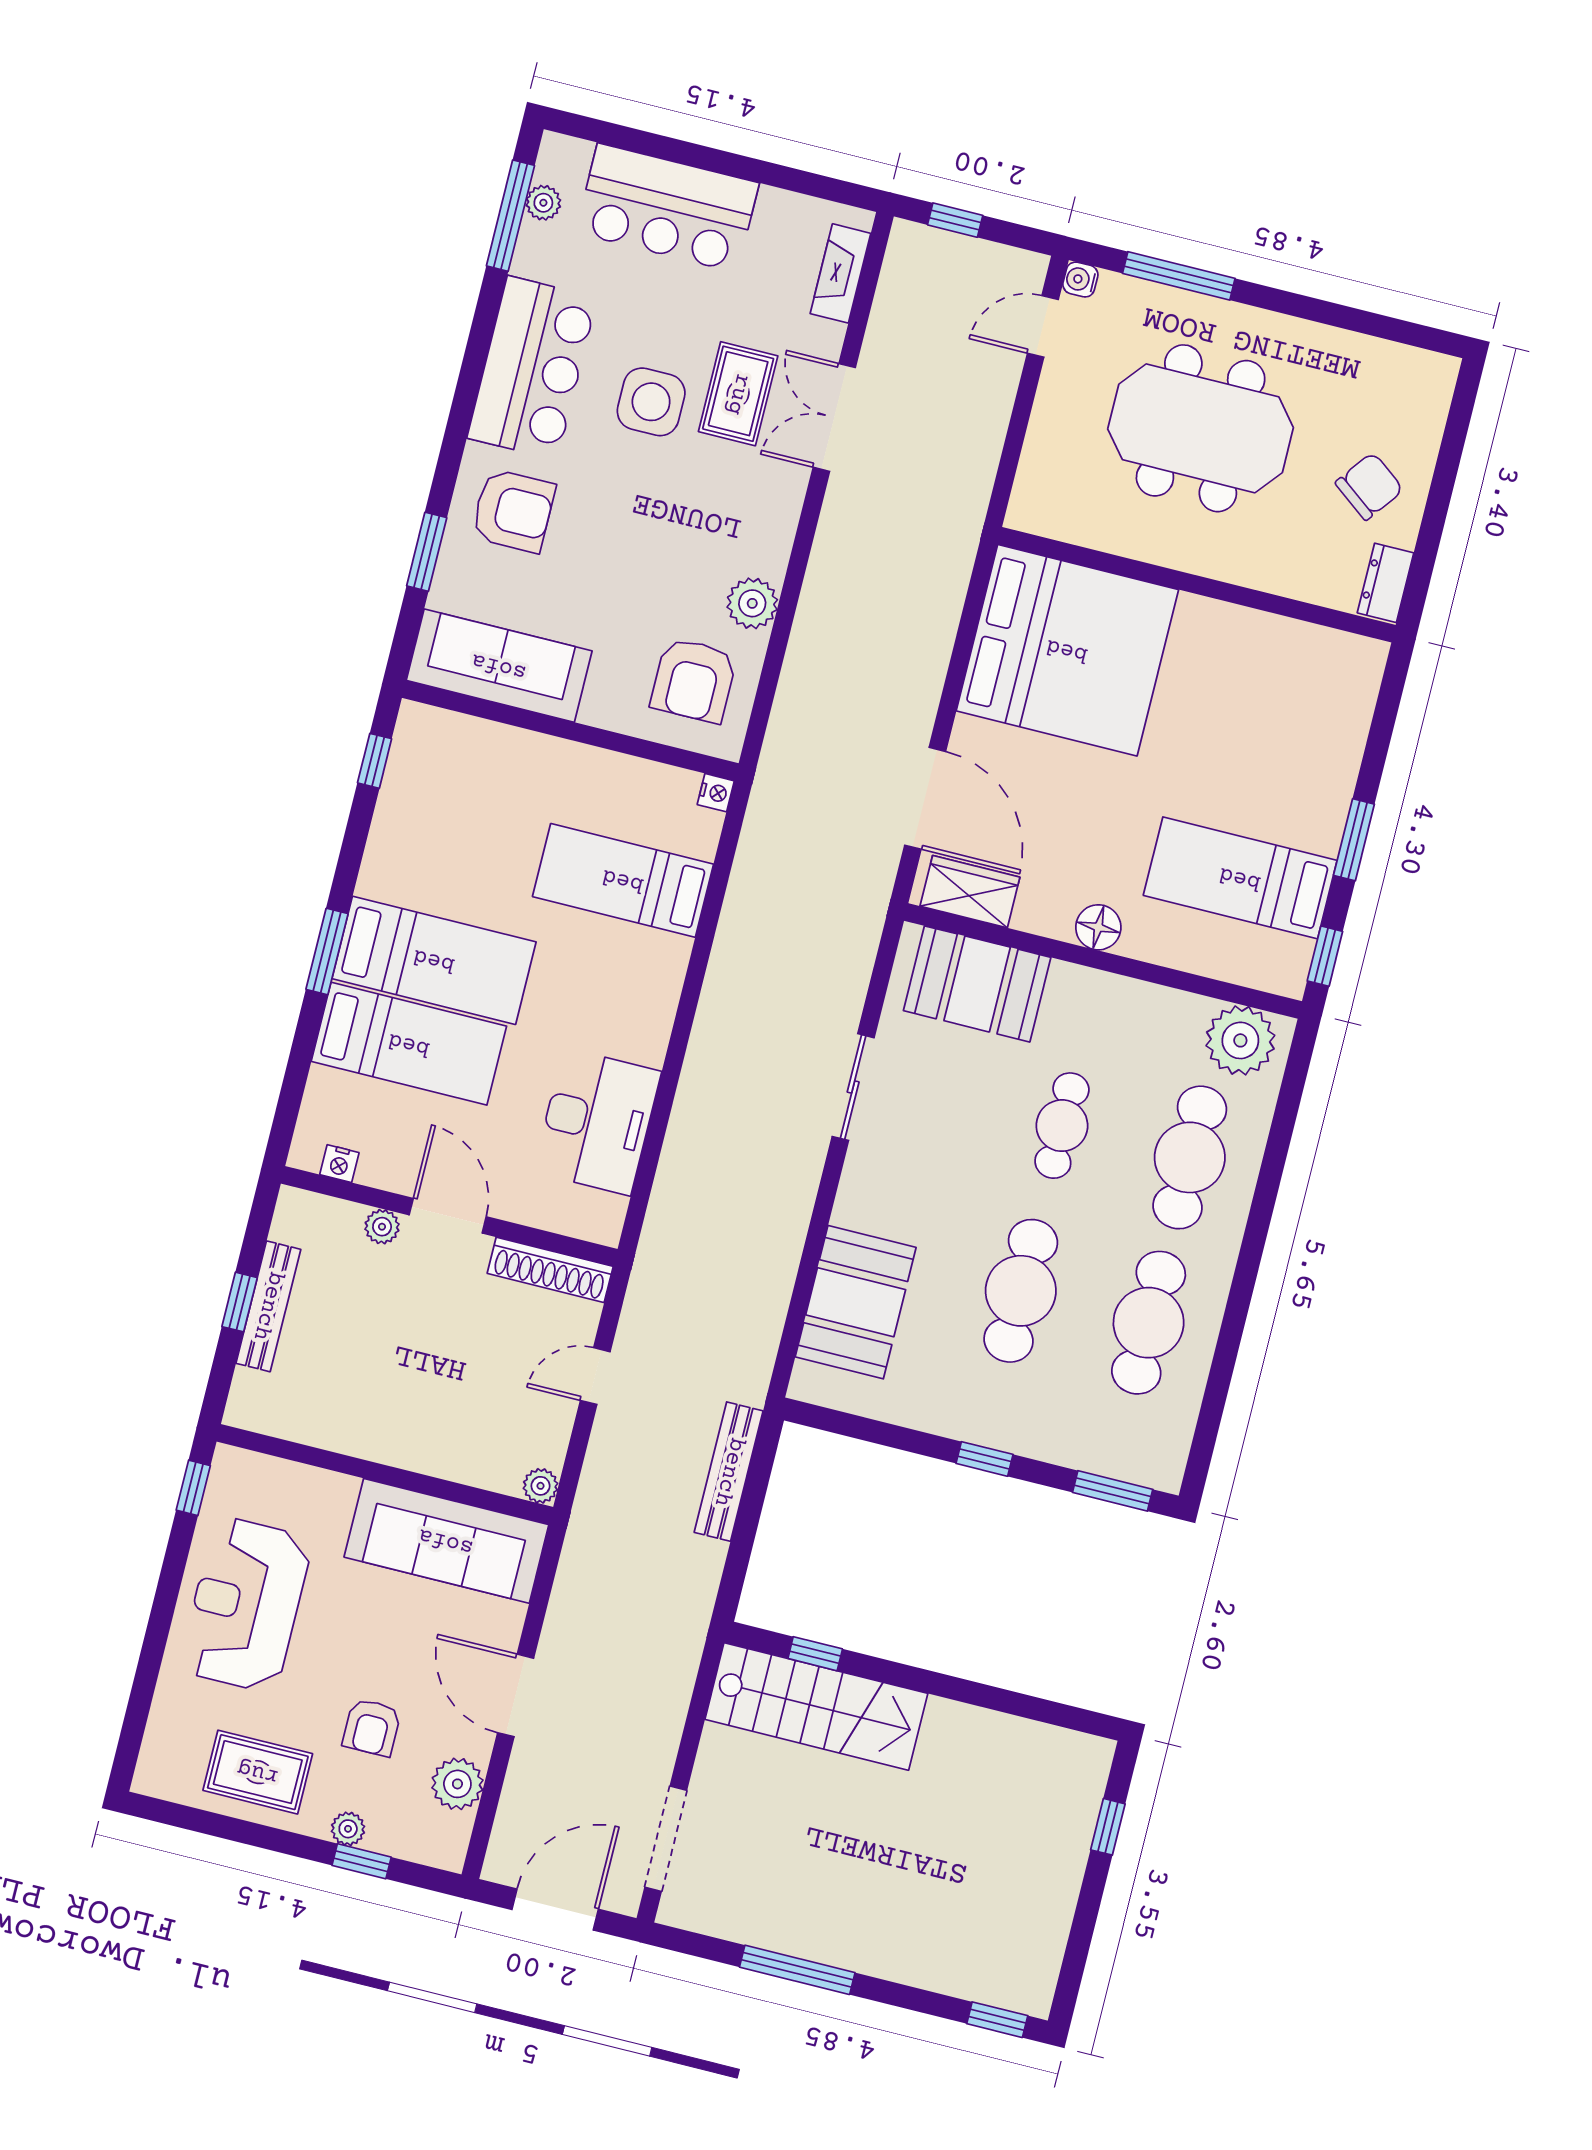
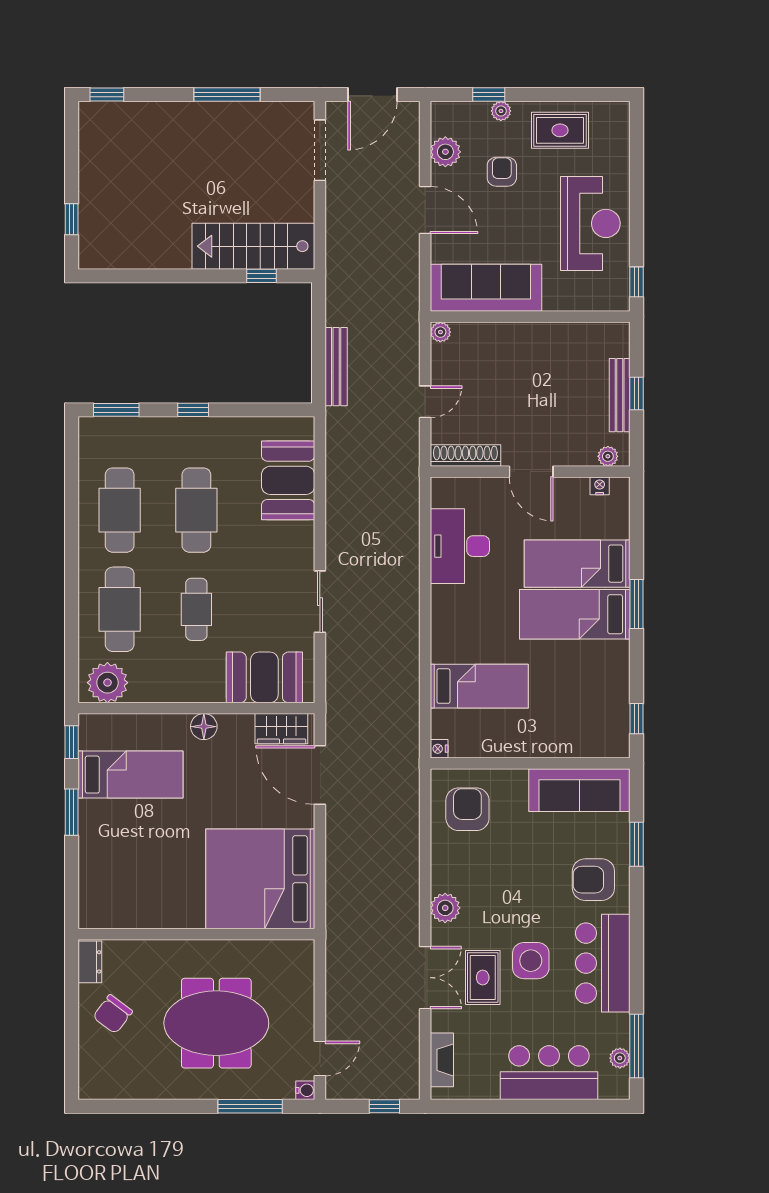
plant: (752, 603) -> (445, 908), moved
plant: (382, 1227) -> (608, 456), moved

